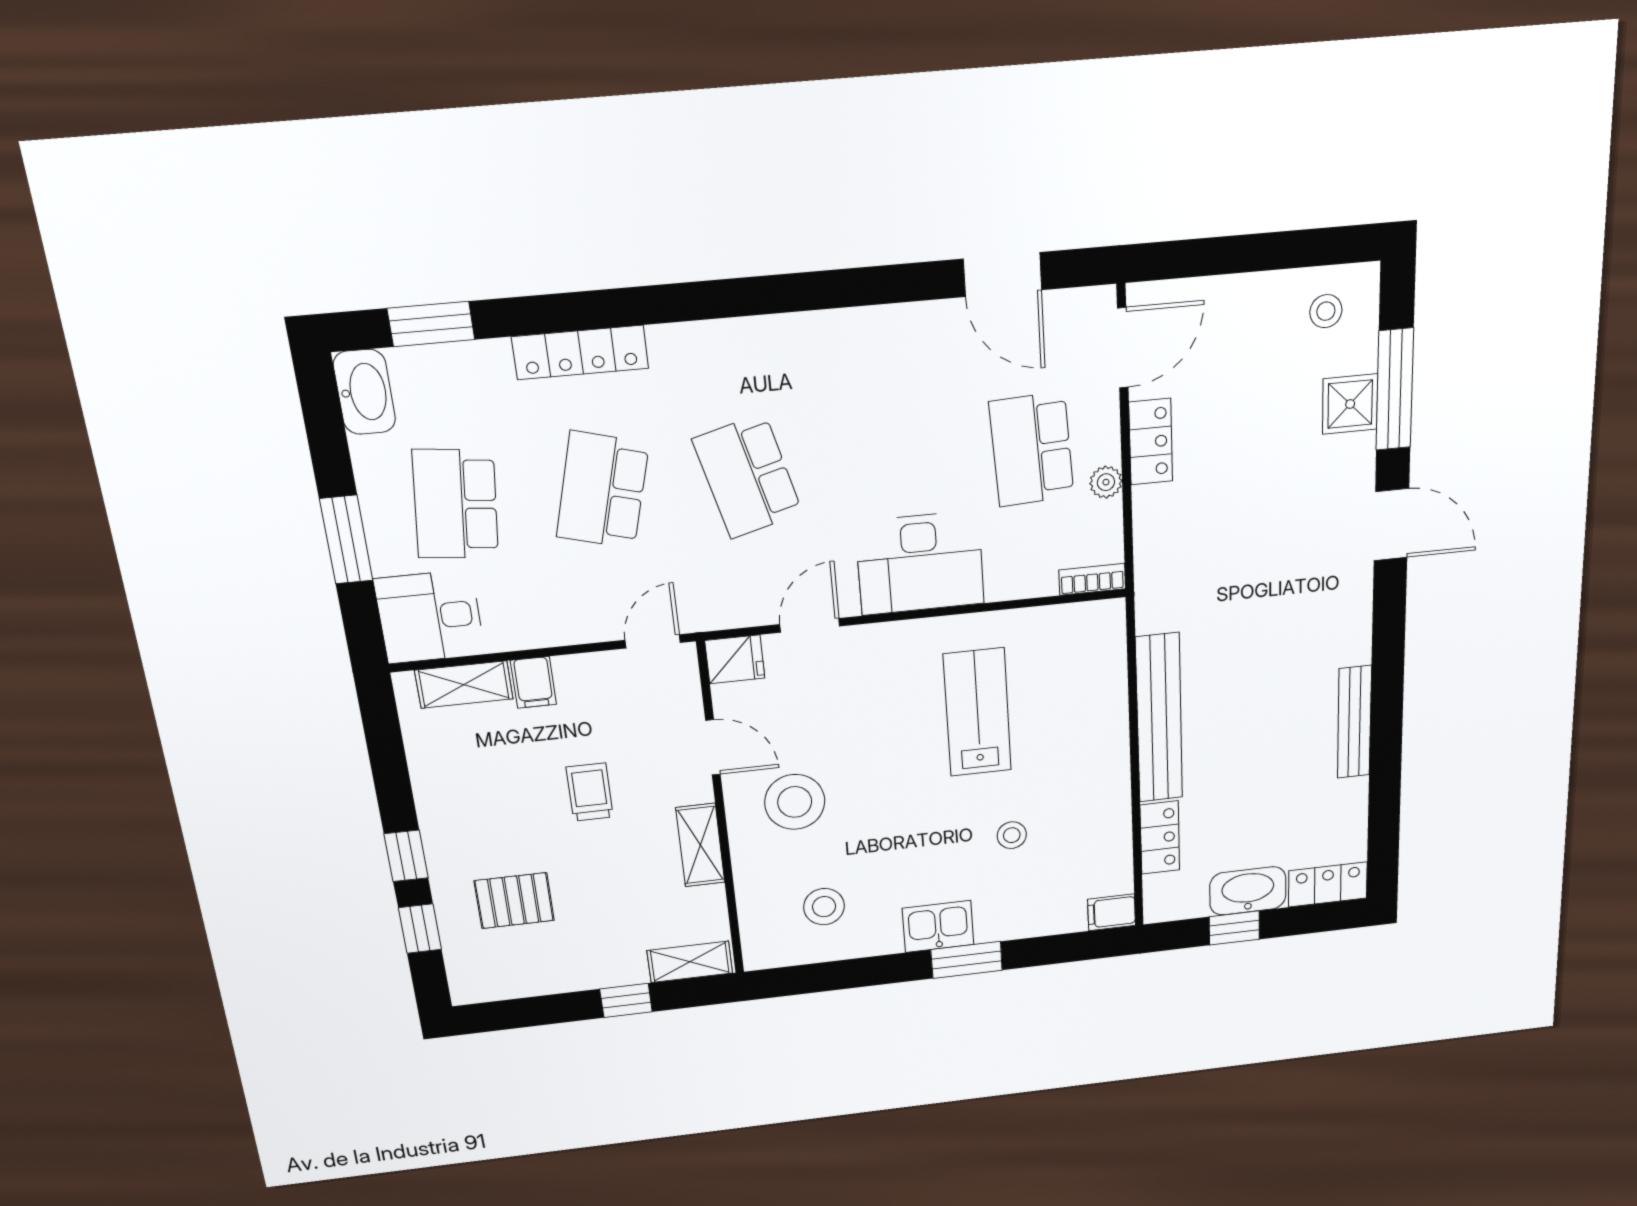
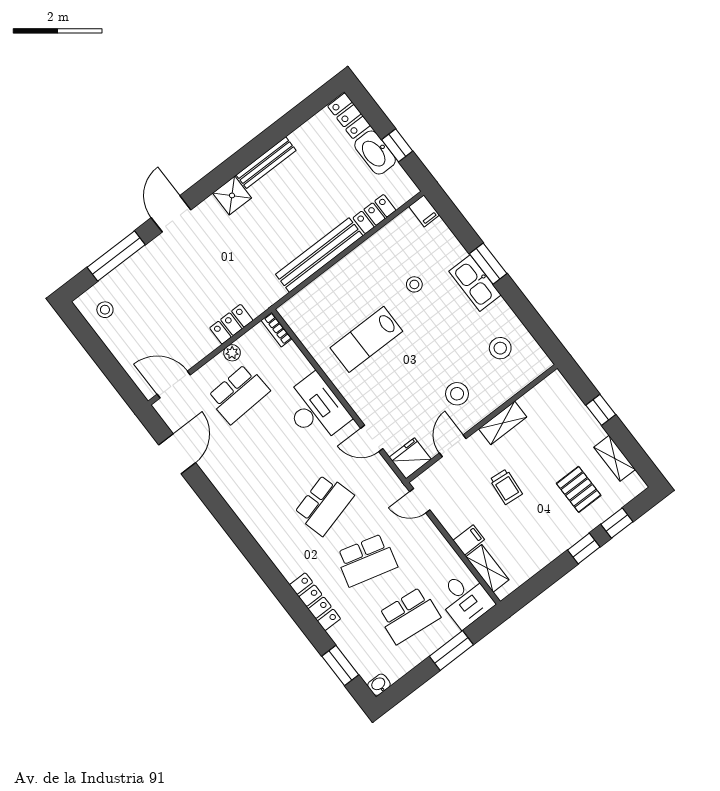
washbasin: (364, 392) -> (379, 685), width x0.52, depth x0.69
shower: (1350, 404) -> (232, 195), moved
locker: (1151, 442) -> (231, 324), moved
fridge: (735, 659) -> (410, 458), width x1.38
trolley: (590, 792) -> (506, 487), turned -85
stool: (795, 802) -> (457, 394), width x0.73, depth x0.73
kitchen sink: (938, 926) -> (475, 283), width x1.38
shelving: (690, 962) -> (615, 458), moved

